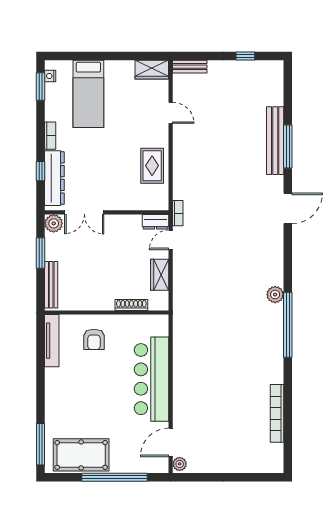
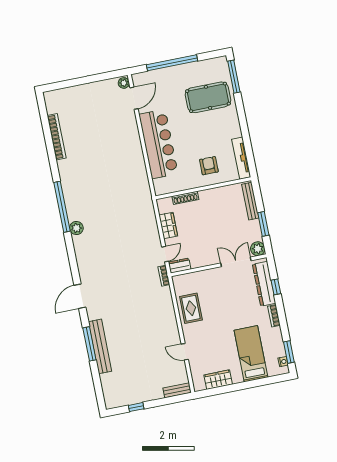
wardrobe: (152, 70) -> (218, 380), moved
pool table: (81, 455) -> (208, 97), moved

